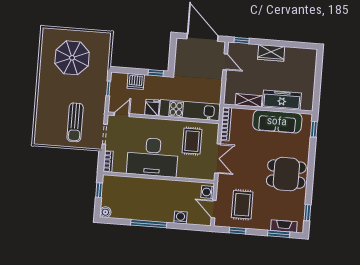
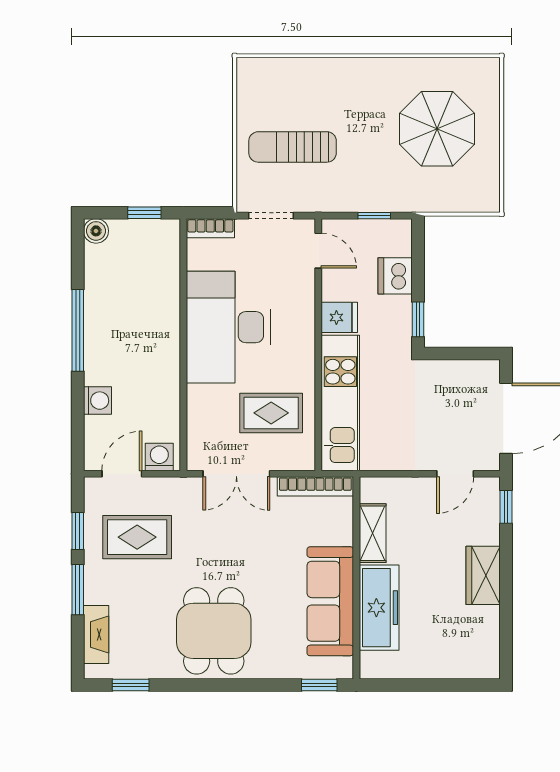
window: (279, 234) -> (78, 590), moved

